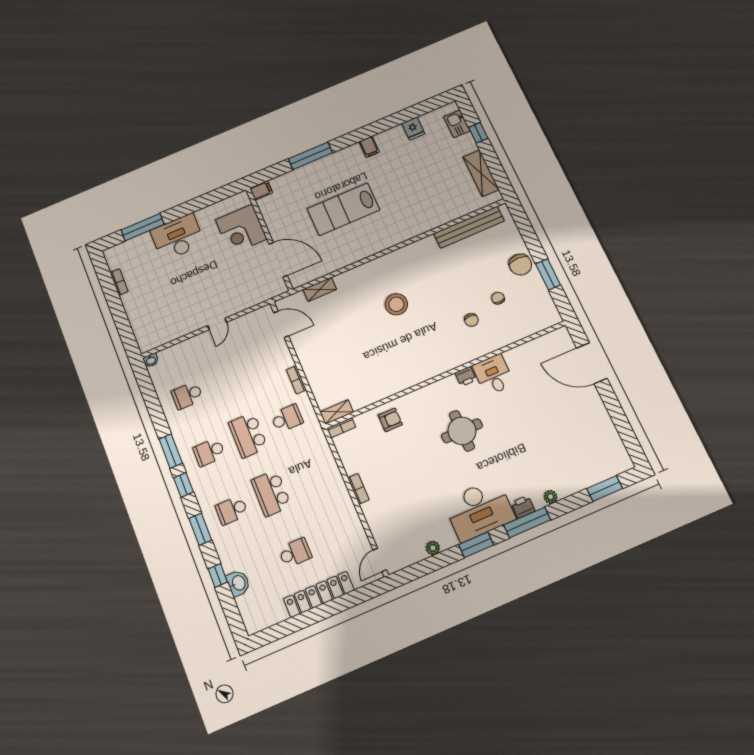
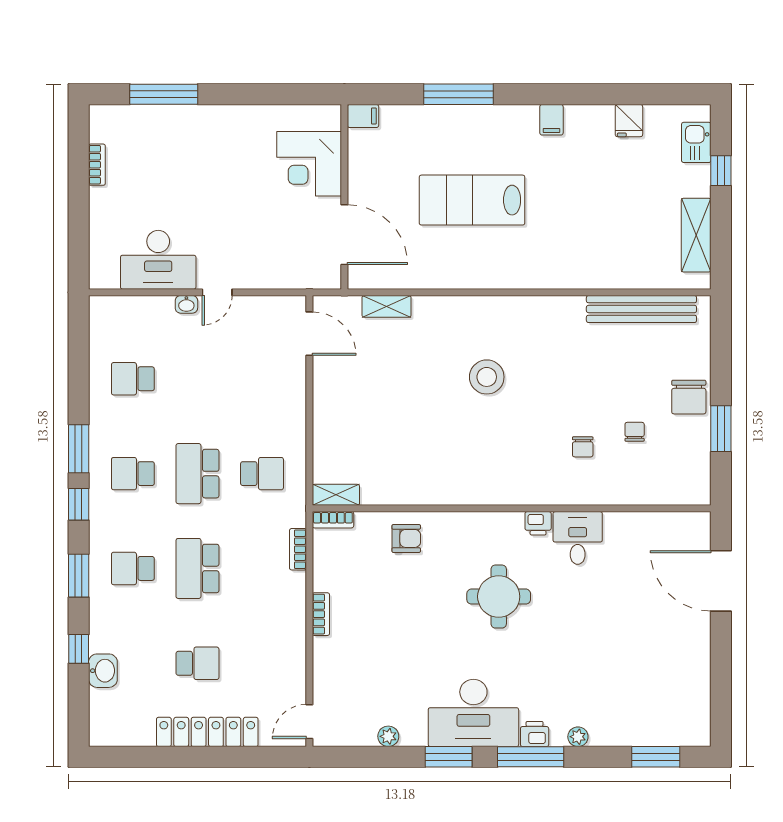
desk: (178, 237) -> (158, 260), moved, turned 180
washbasin: (151, 360) -> (186, 304), moved
bookcase: (296, 380) -> (298, 549), moved

